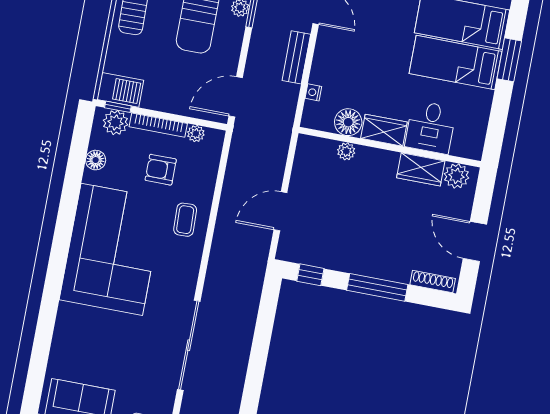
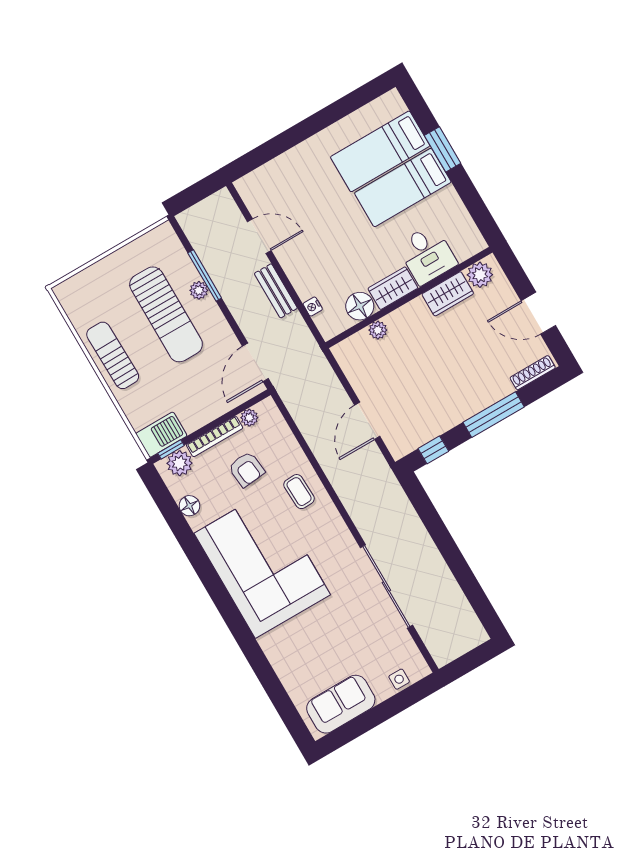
armchair: (161, 170) -> (246, 469), turned -96

